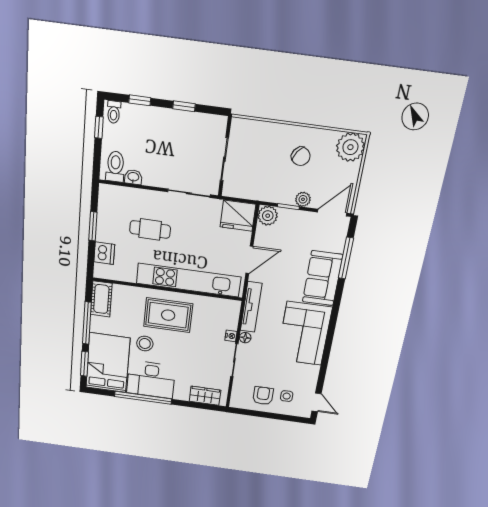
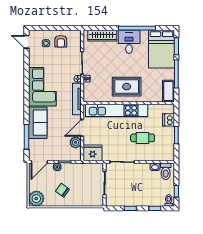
plant: (268, 216) -> (76, 142), moved
stool: (145, 344) -> (139, 66), removed
desk: (151, 380) -> (129, 42), width x0.73
wardrobe: (205, 396) -> (102, 36), width x1.50

